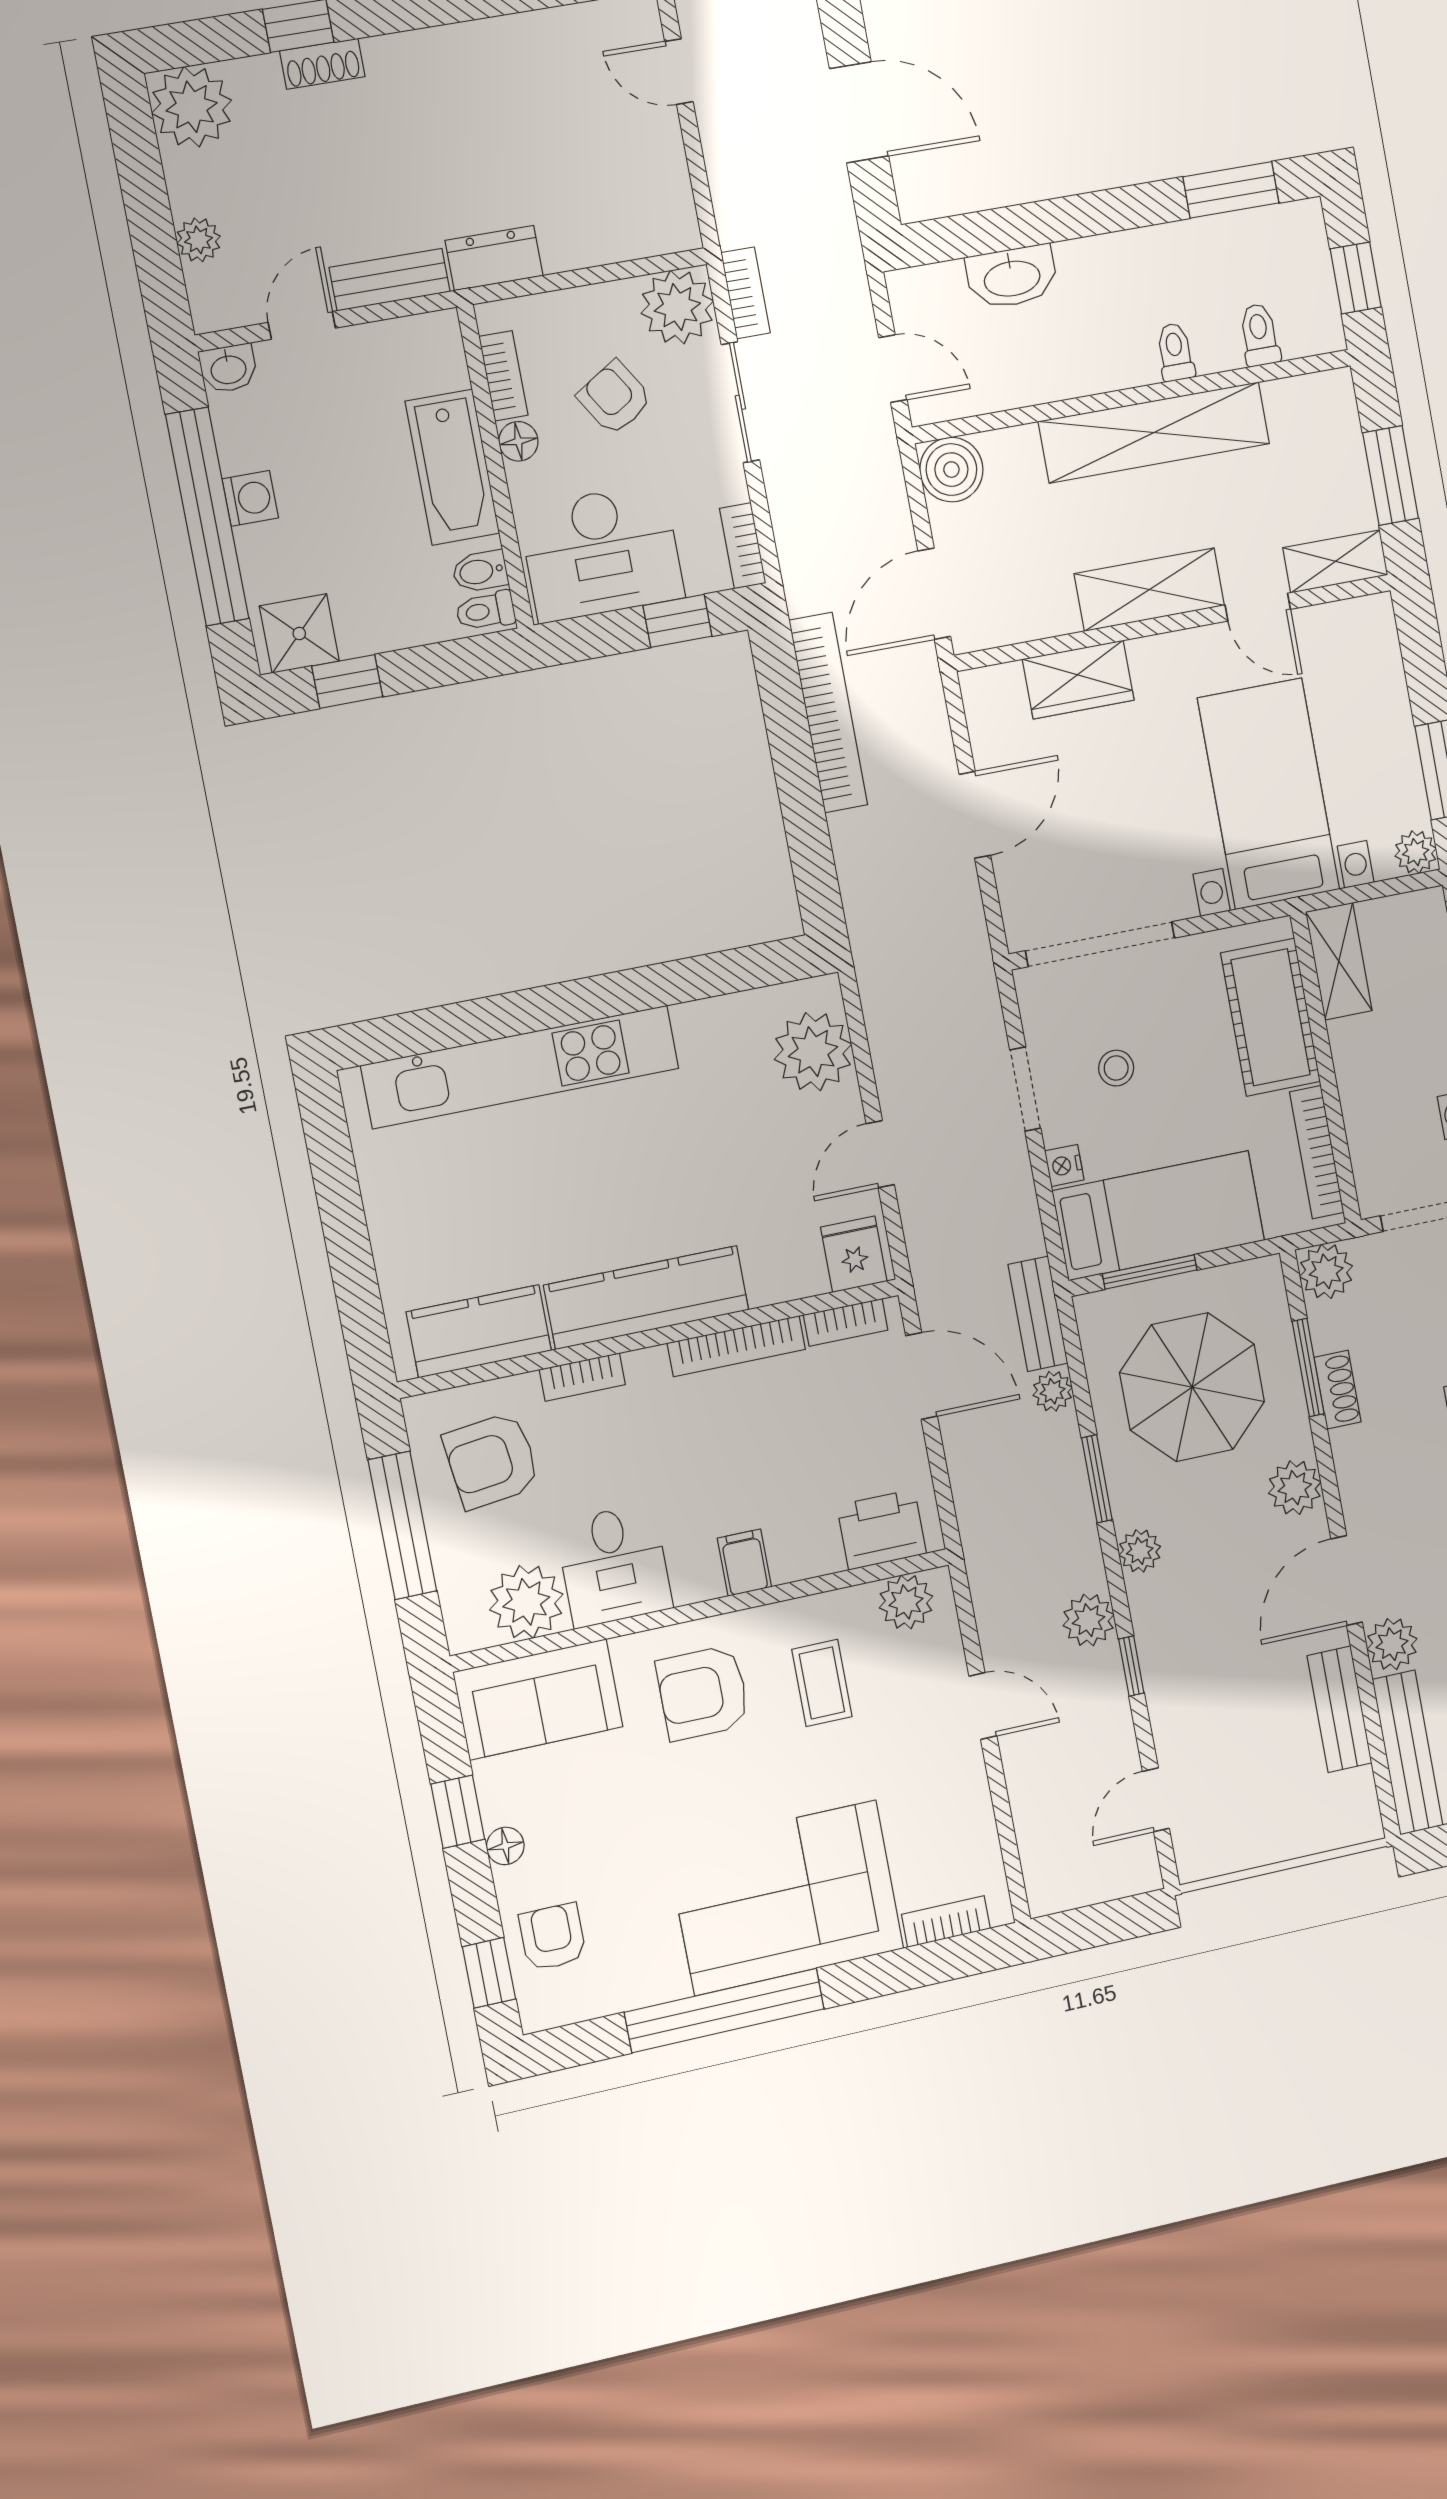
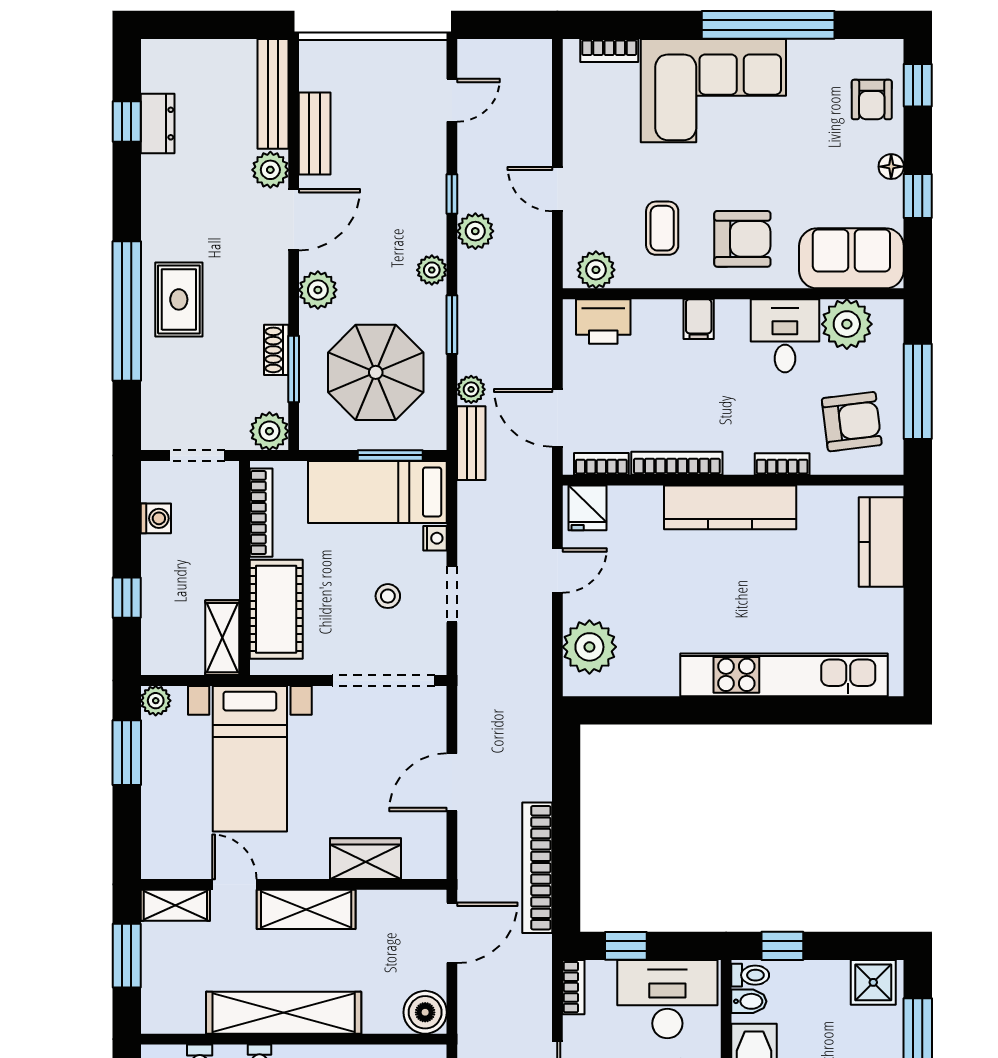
window: (347, 681) -> (782, 946), moved
kitchen counter: (479, 1331) -> (881, 542), moved, turned 90

